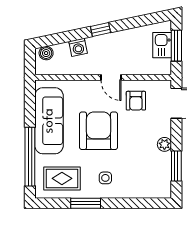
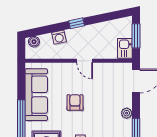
kitchen sink: (162, 45) -> (125, 48), moved
armchair: (136, 101) -> (104, 79), removed
armchair: (99, 131) -> (75, 102), width x0.53, depth x0.53

